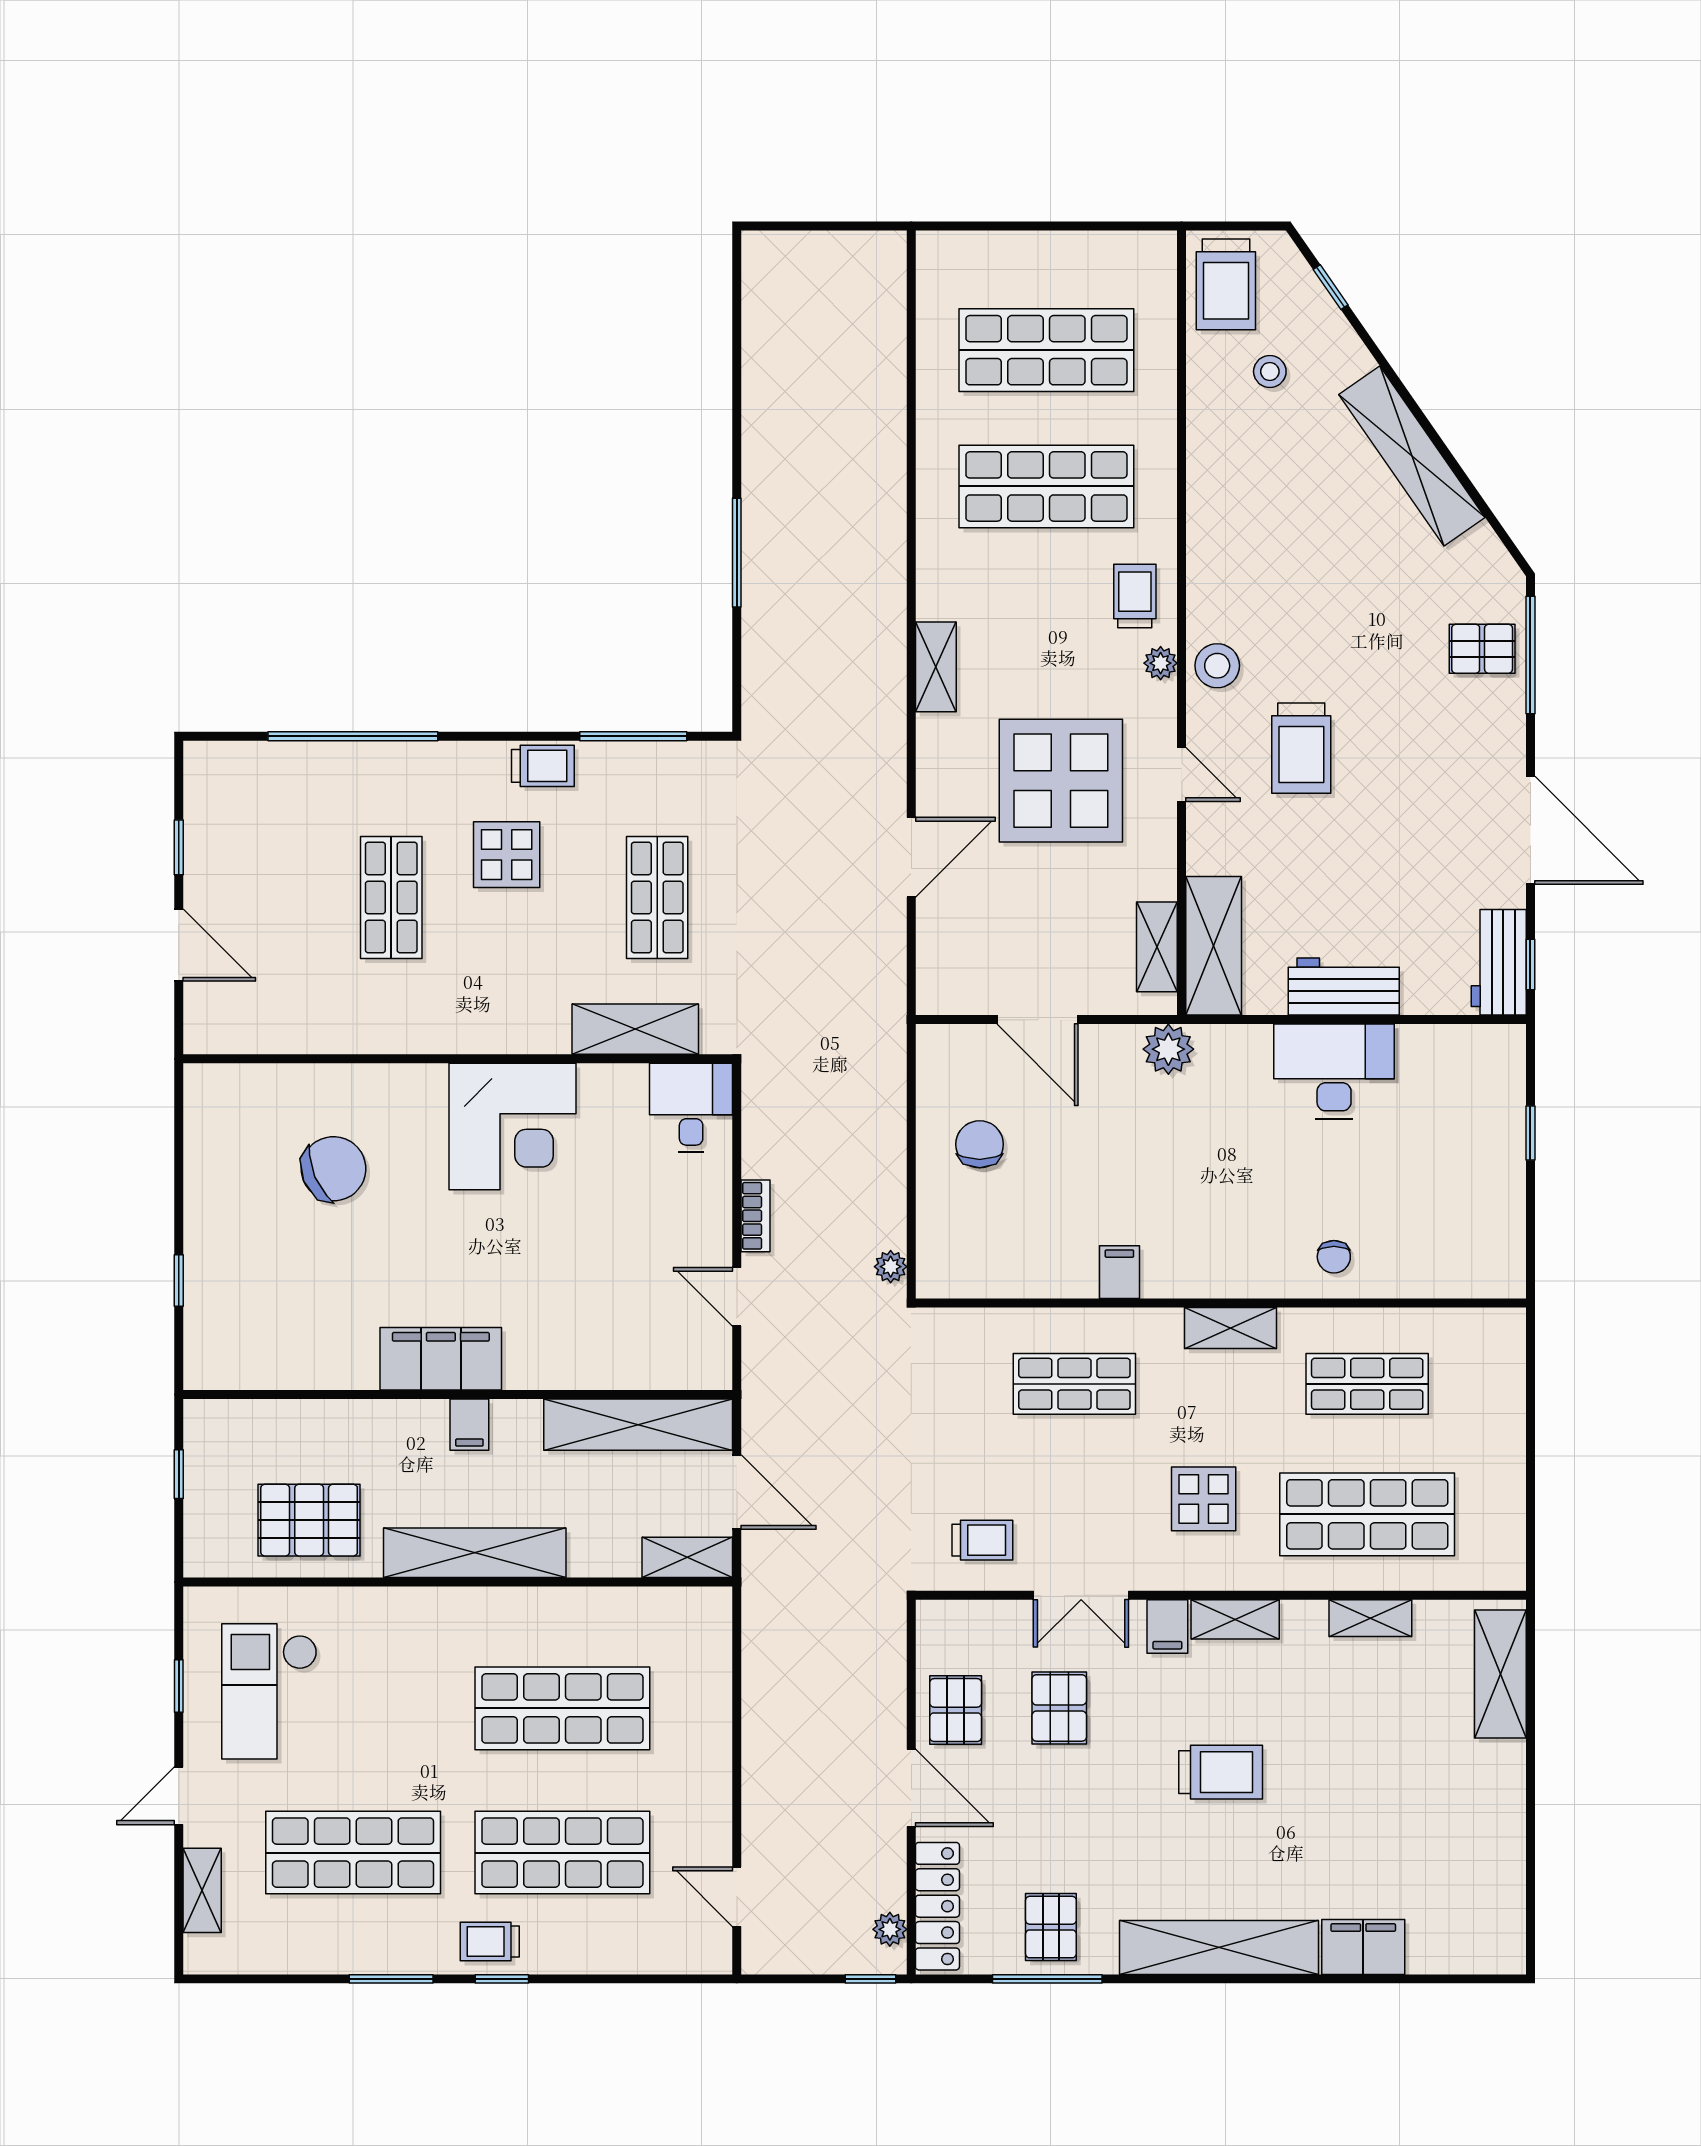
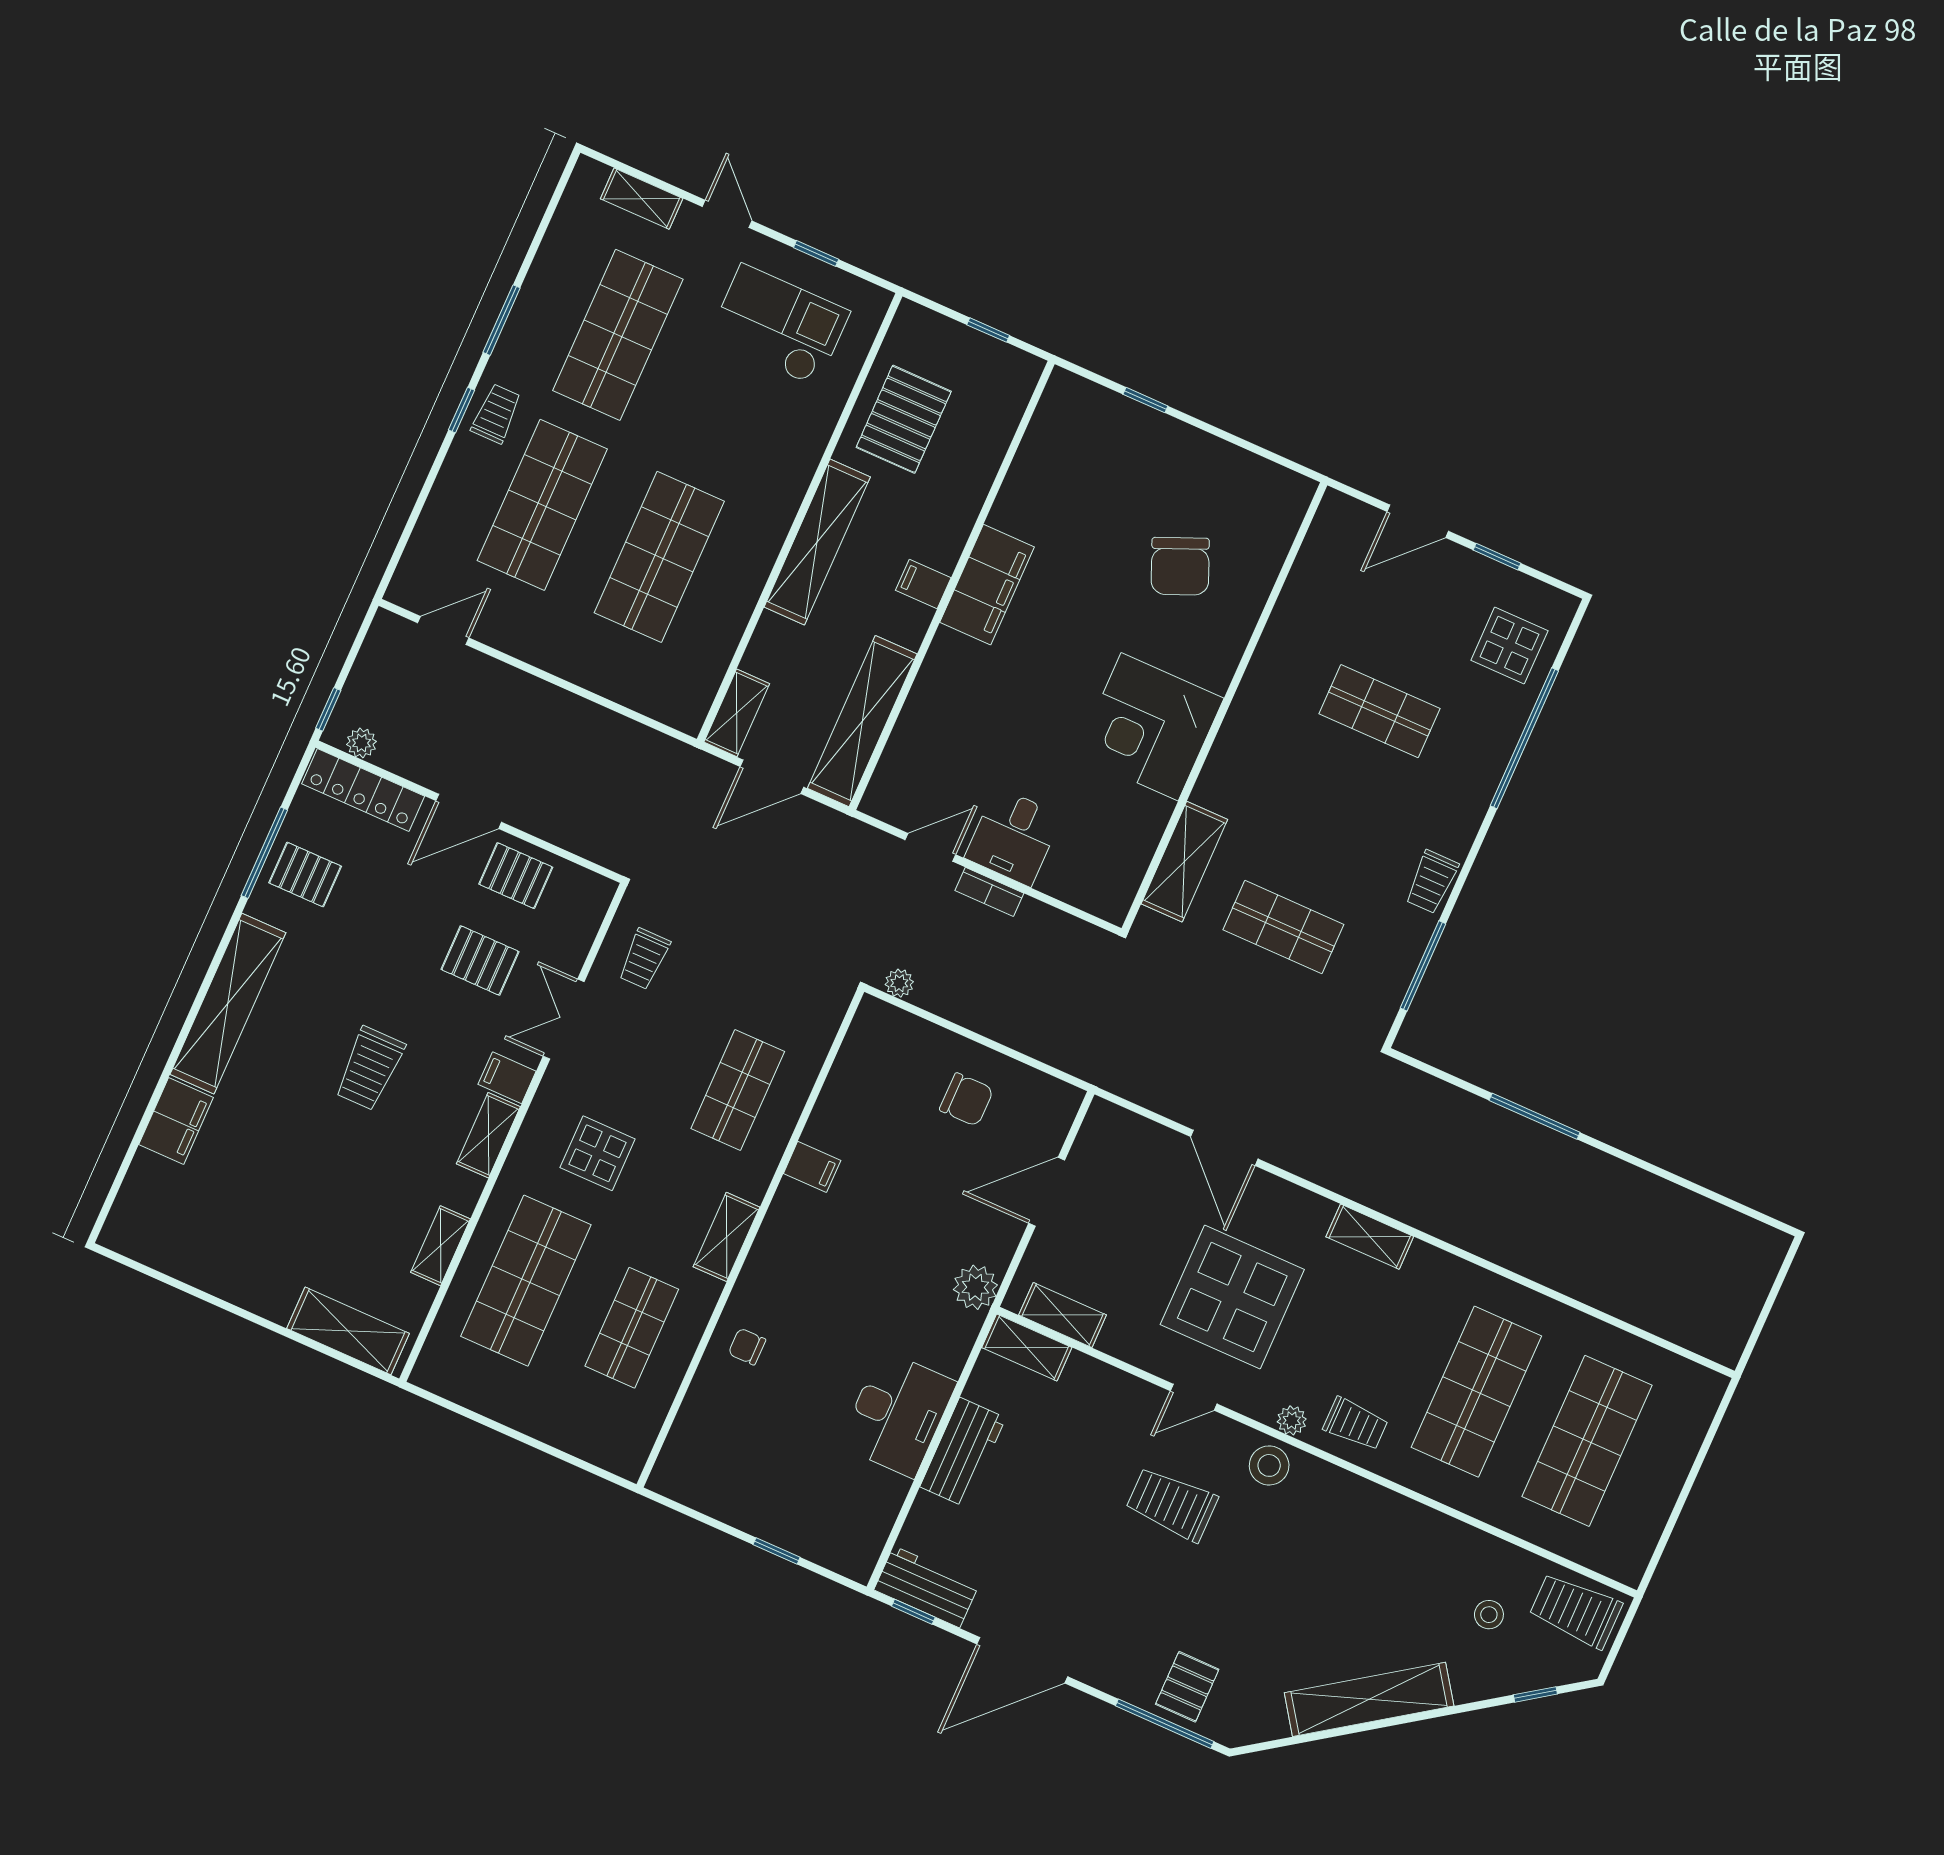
display table: (507, 855) -> (1509, 645), moved
shelving: (1214, 946) -> (1027, 1347), width x0.67, depth x0.75
desk: (691, 1108) -> (1013, 837), moved, turned 90

